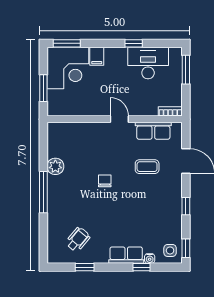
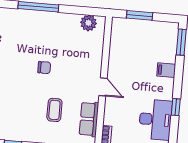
corner desk: (68, 68) -> (157, 41), removed
door: (119, 119) -> (103, 87), hinge flipped
plant: (55, 166) -> (88, 23), moved

